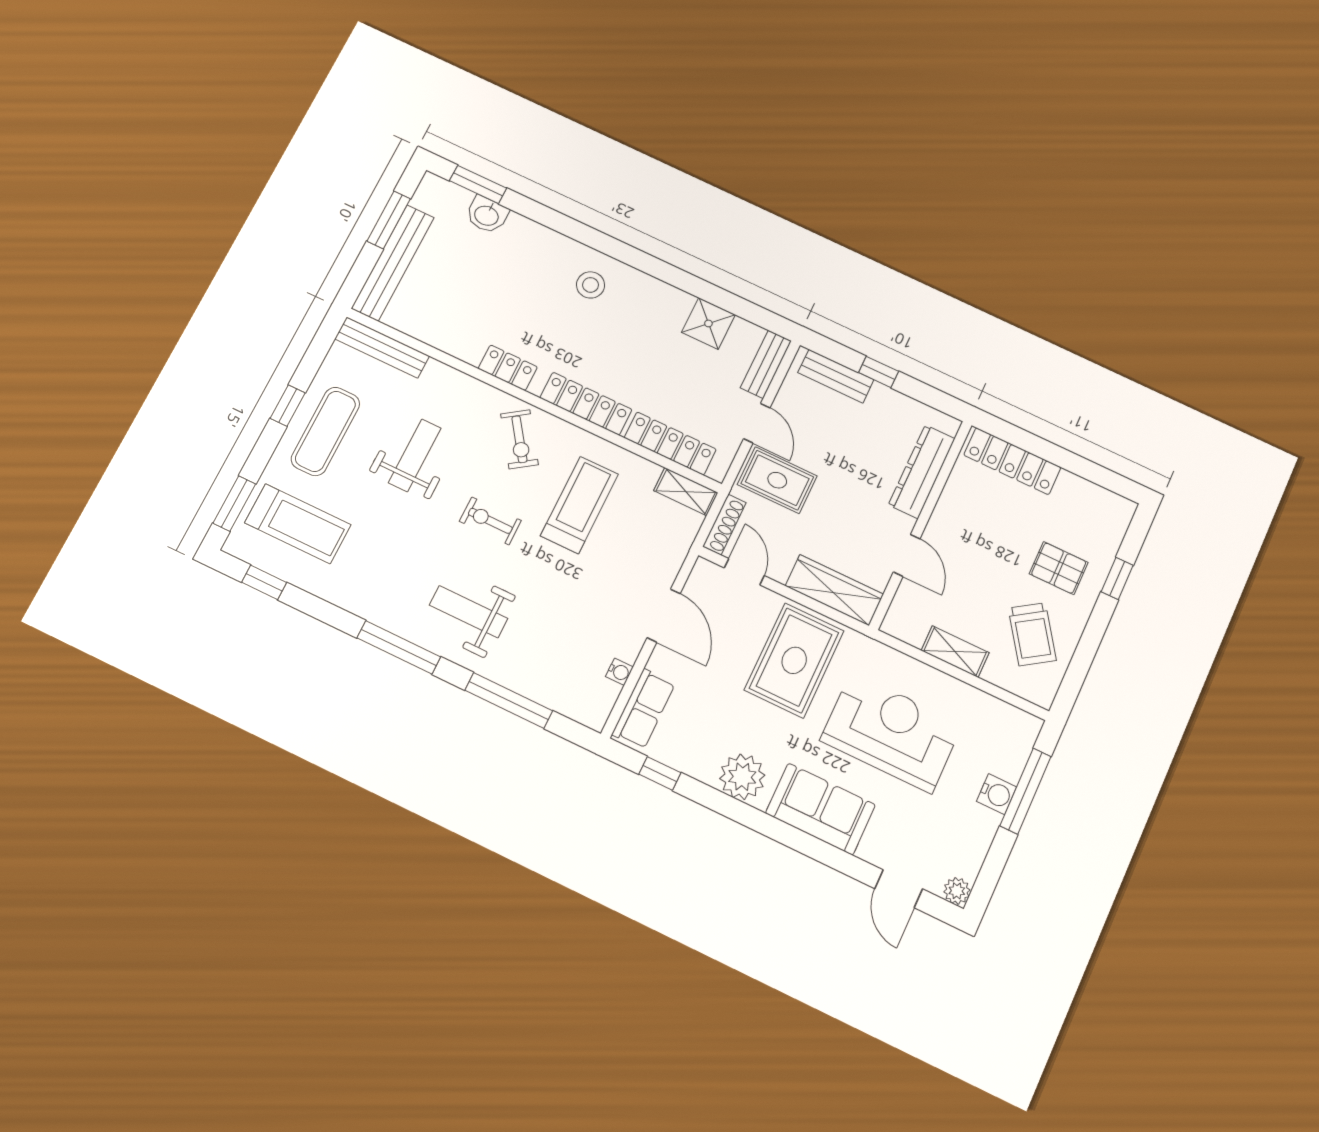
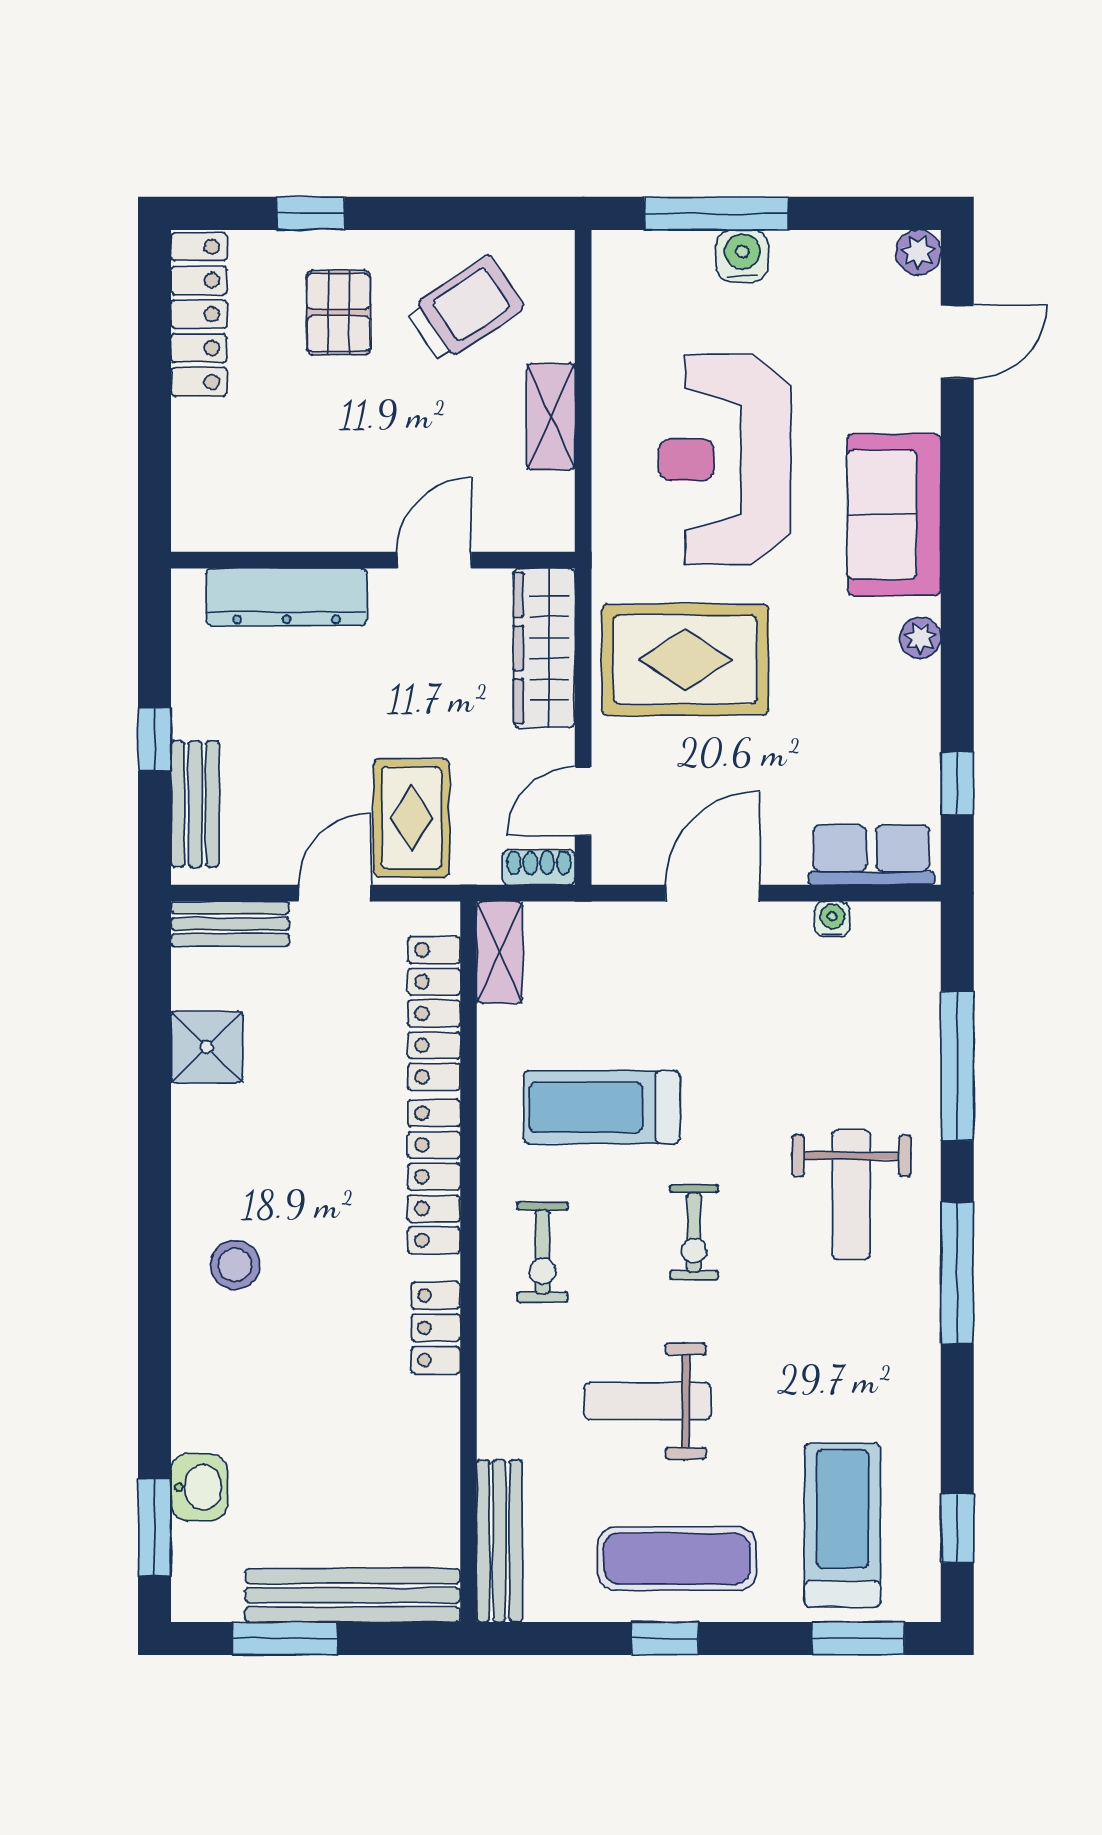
exercise bike: (519, 439) -> (542, 1252), turned 125
locker: (1012, 461) -> (199, 314), moved
shoe rack: (724, 525) -> (539, 867), width x0.70
plant: (742, 777) -> (920, 638), width x0.53, depth x0.53

